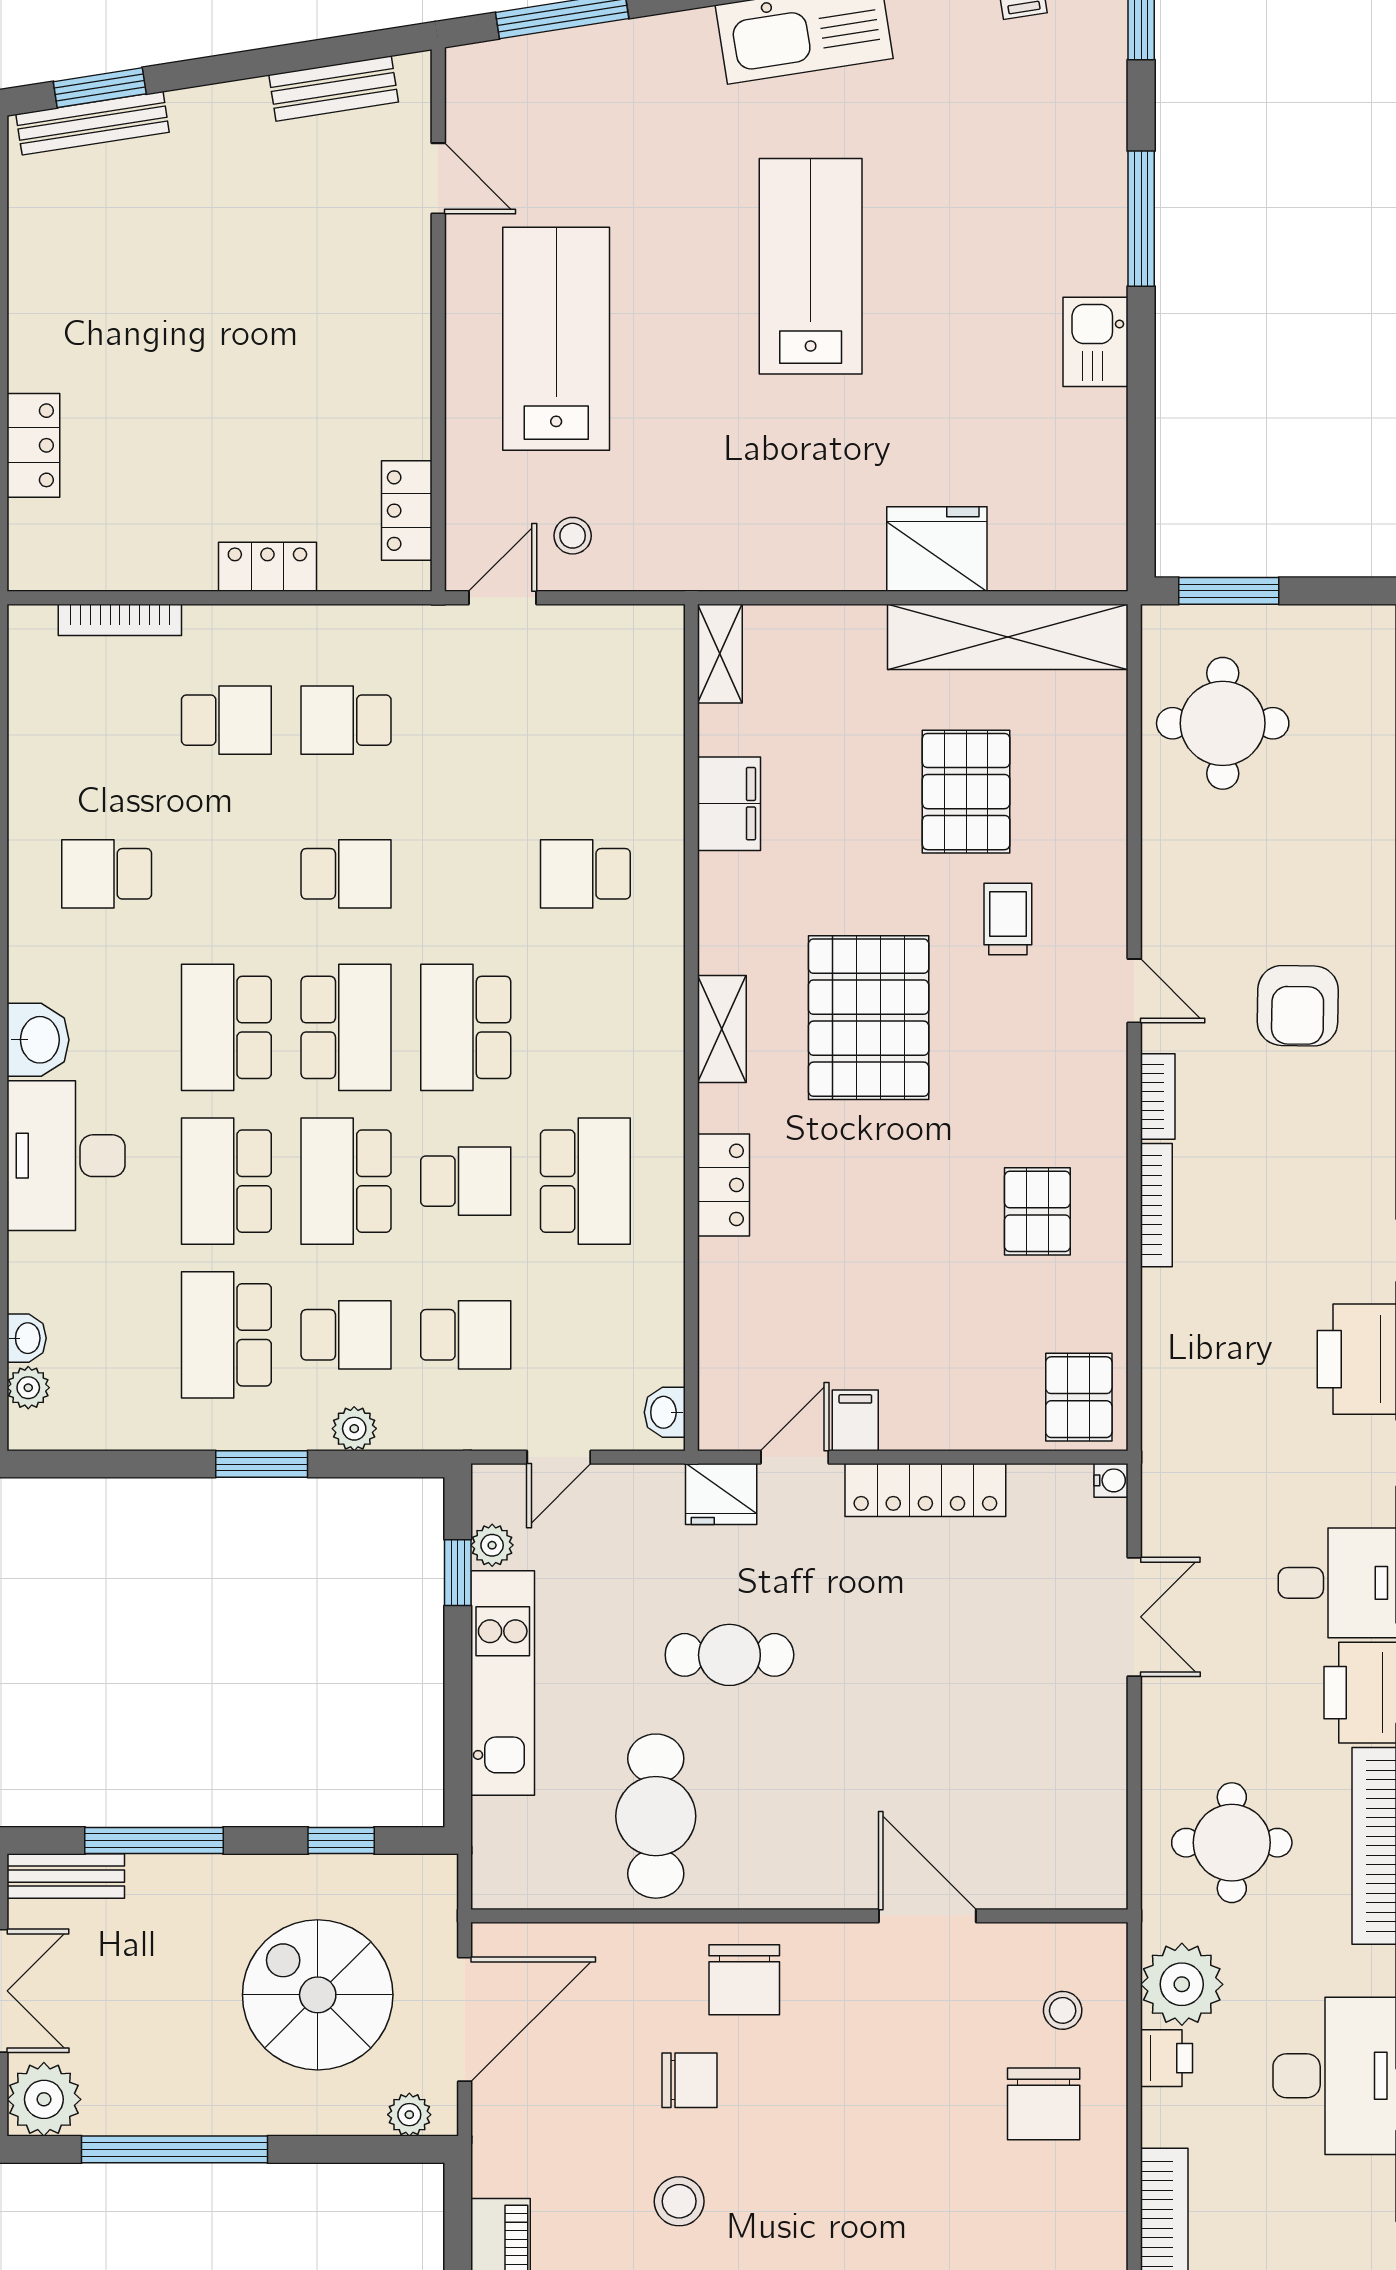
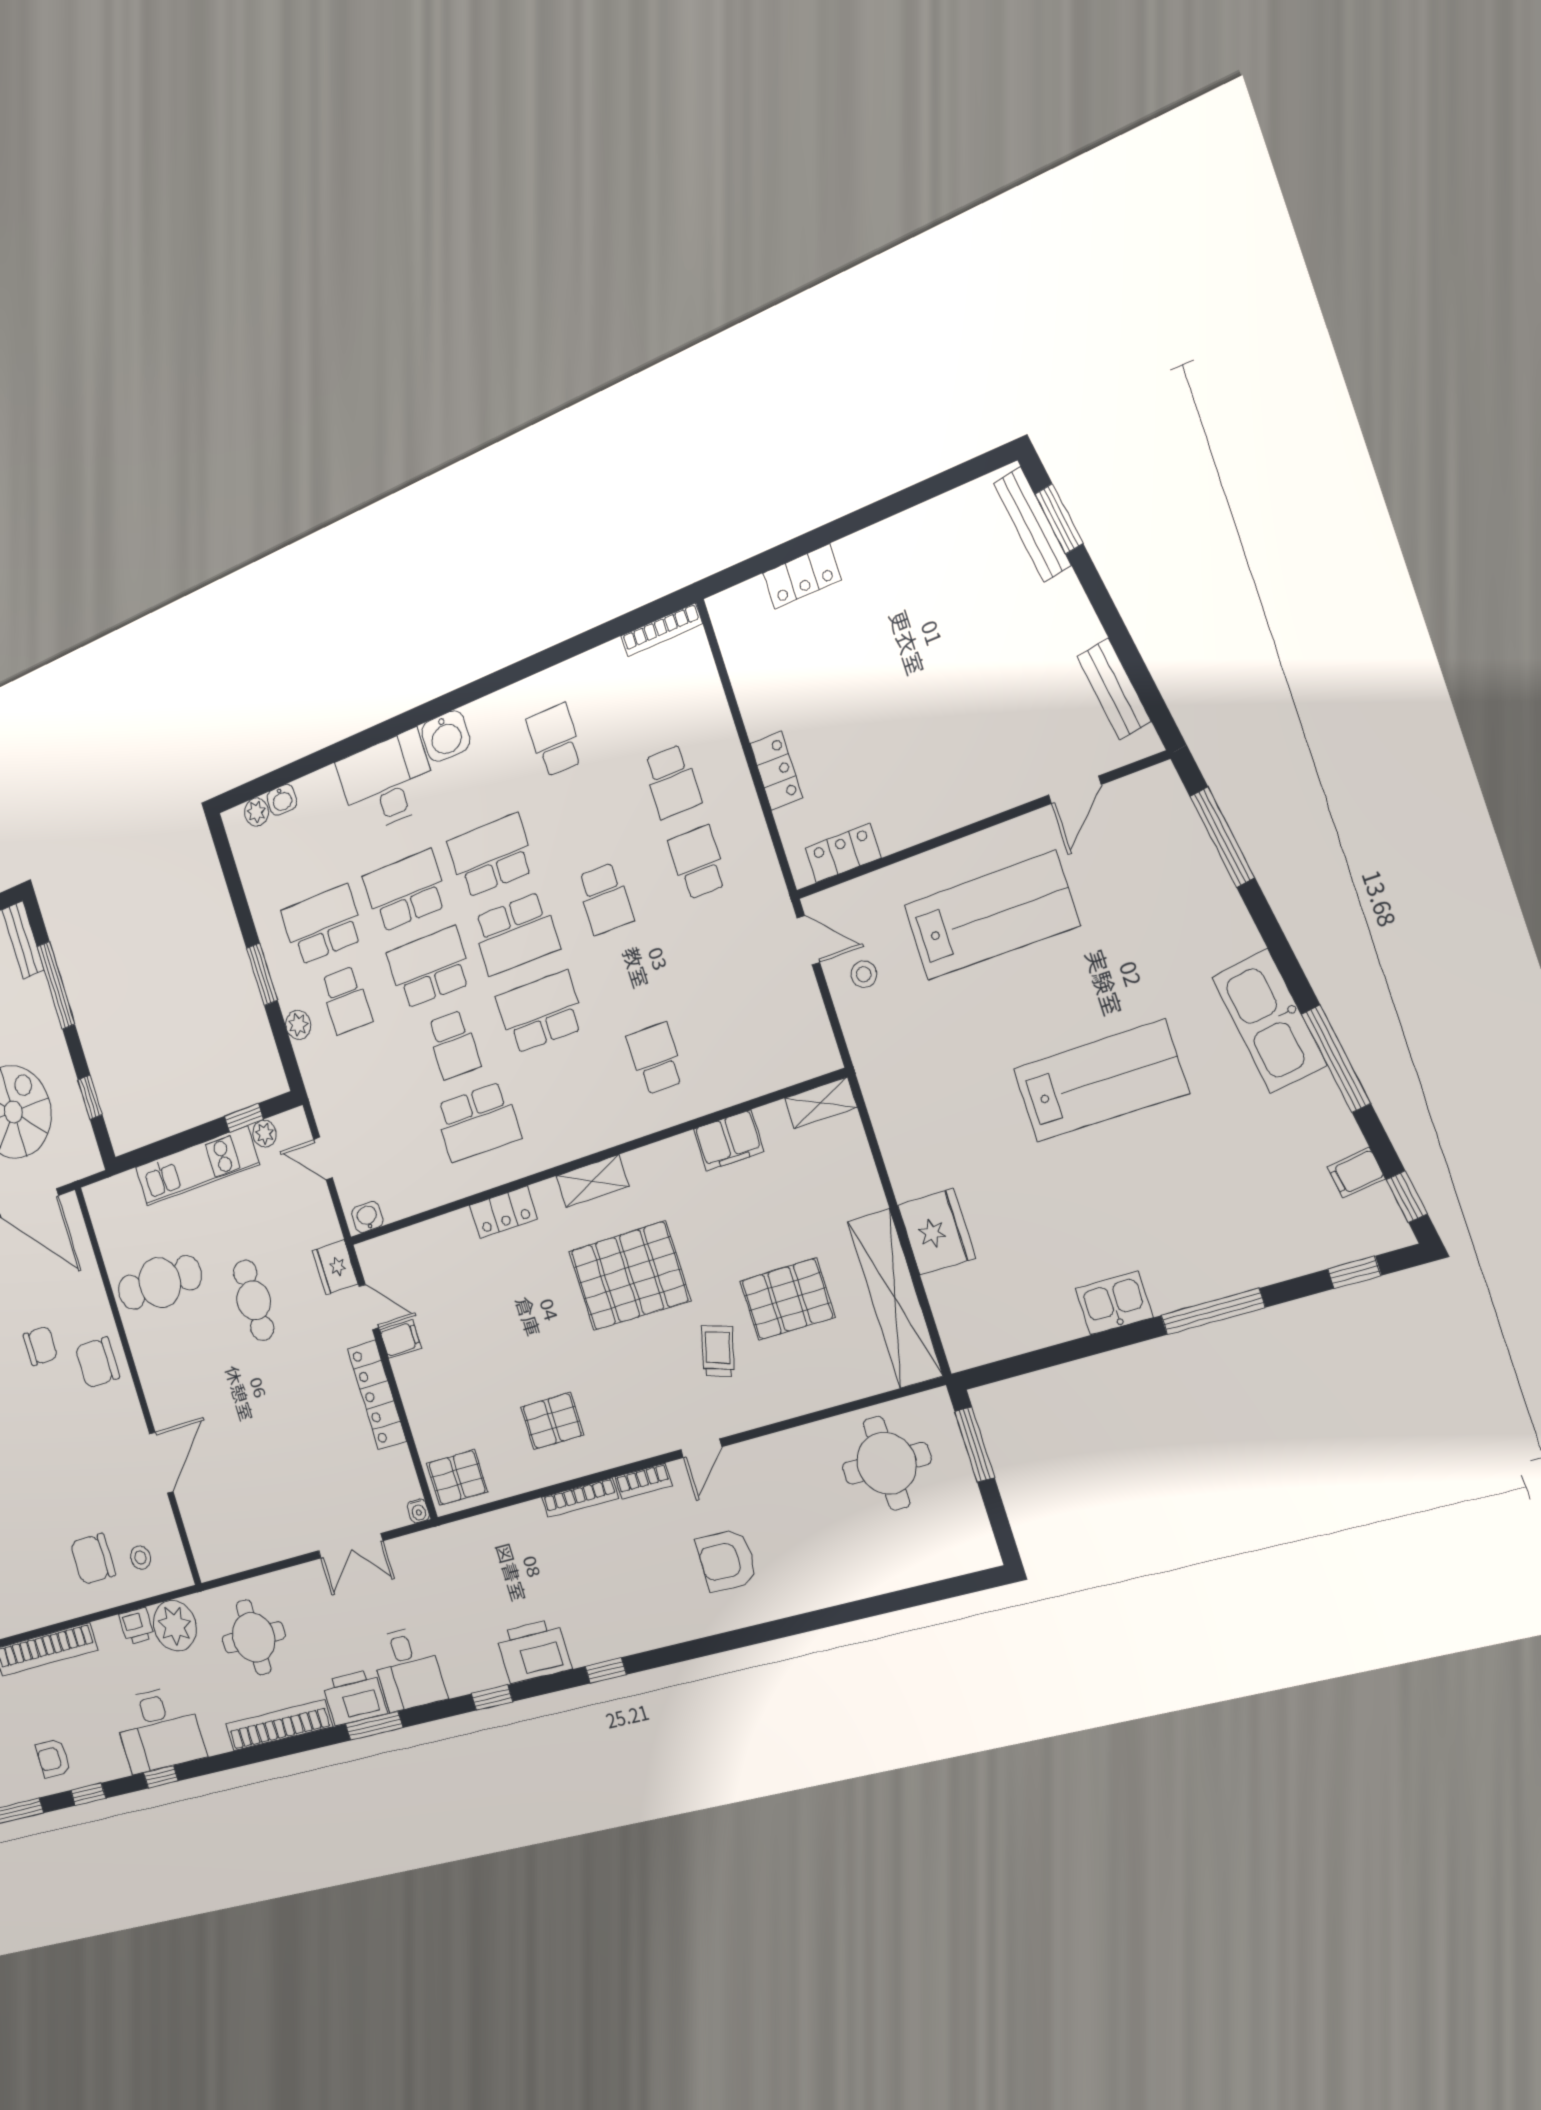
bookcase: (120, 620) -> (661, 630), moved, turned -90
trolley: (1008, 919) -> (718, 1351), turned -73
school desk: (466, 1335) -> (370, 1076), removed
chair: (689, 2080) -> (40, 1346), turned -90

